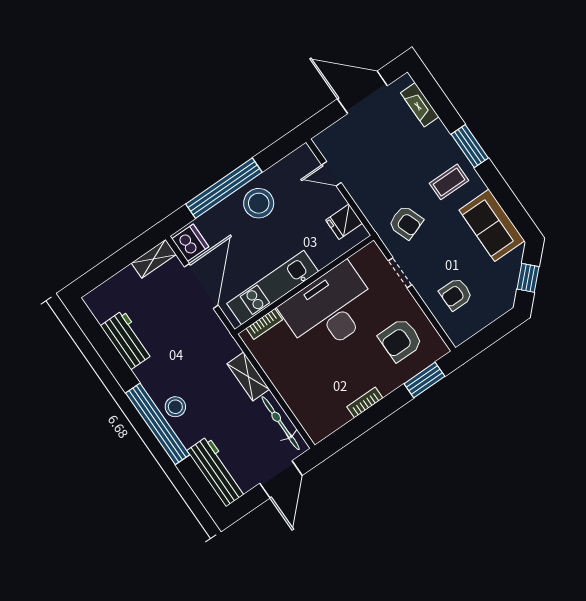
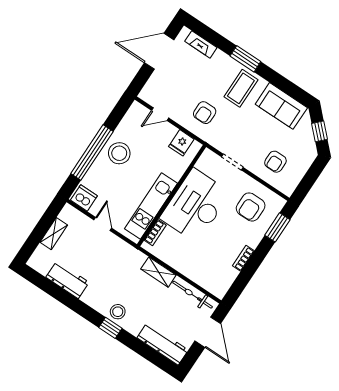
coffee table: (449, 182) -> (241, 88), width x1.36, depth x1.30
armchair: (406, 223) -> (205, 113), moved, turned 110
shelving: (154, 259) -> (54, 234), moved
door: (201, 286) -> (103, 224), width x0.53
window: (158, 424) -> (110, 328), width x0.32

